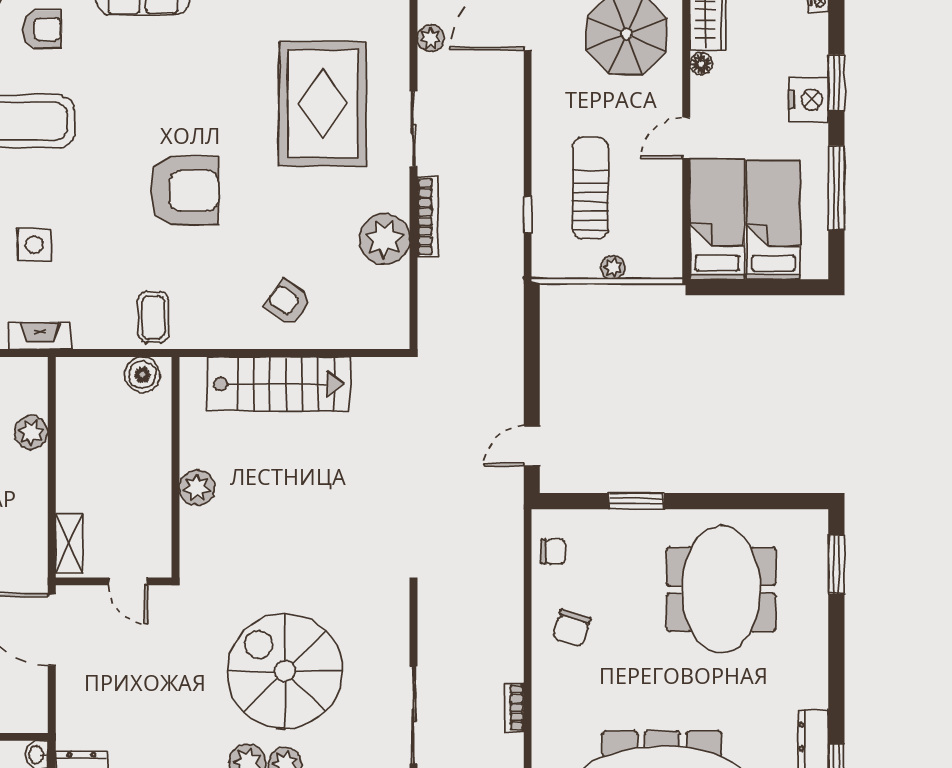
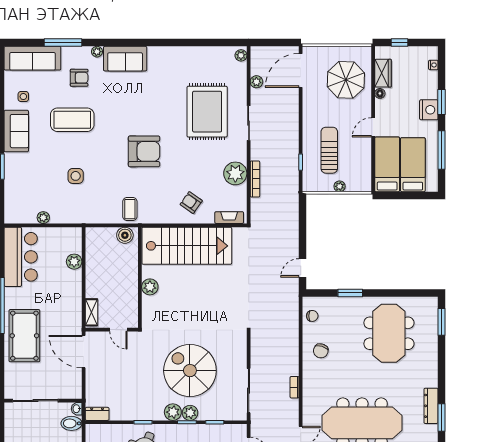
bookcase: (427, 217) -> (255, 179), moved
fireplace: (40, 336) -> (229, 218), moved
stairs: (278, 384) -> (187, 246), width x1.36, depth x1.51

